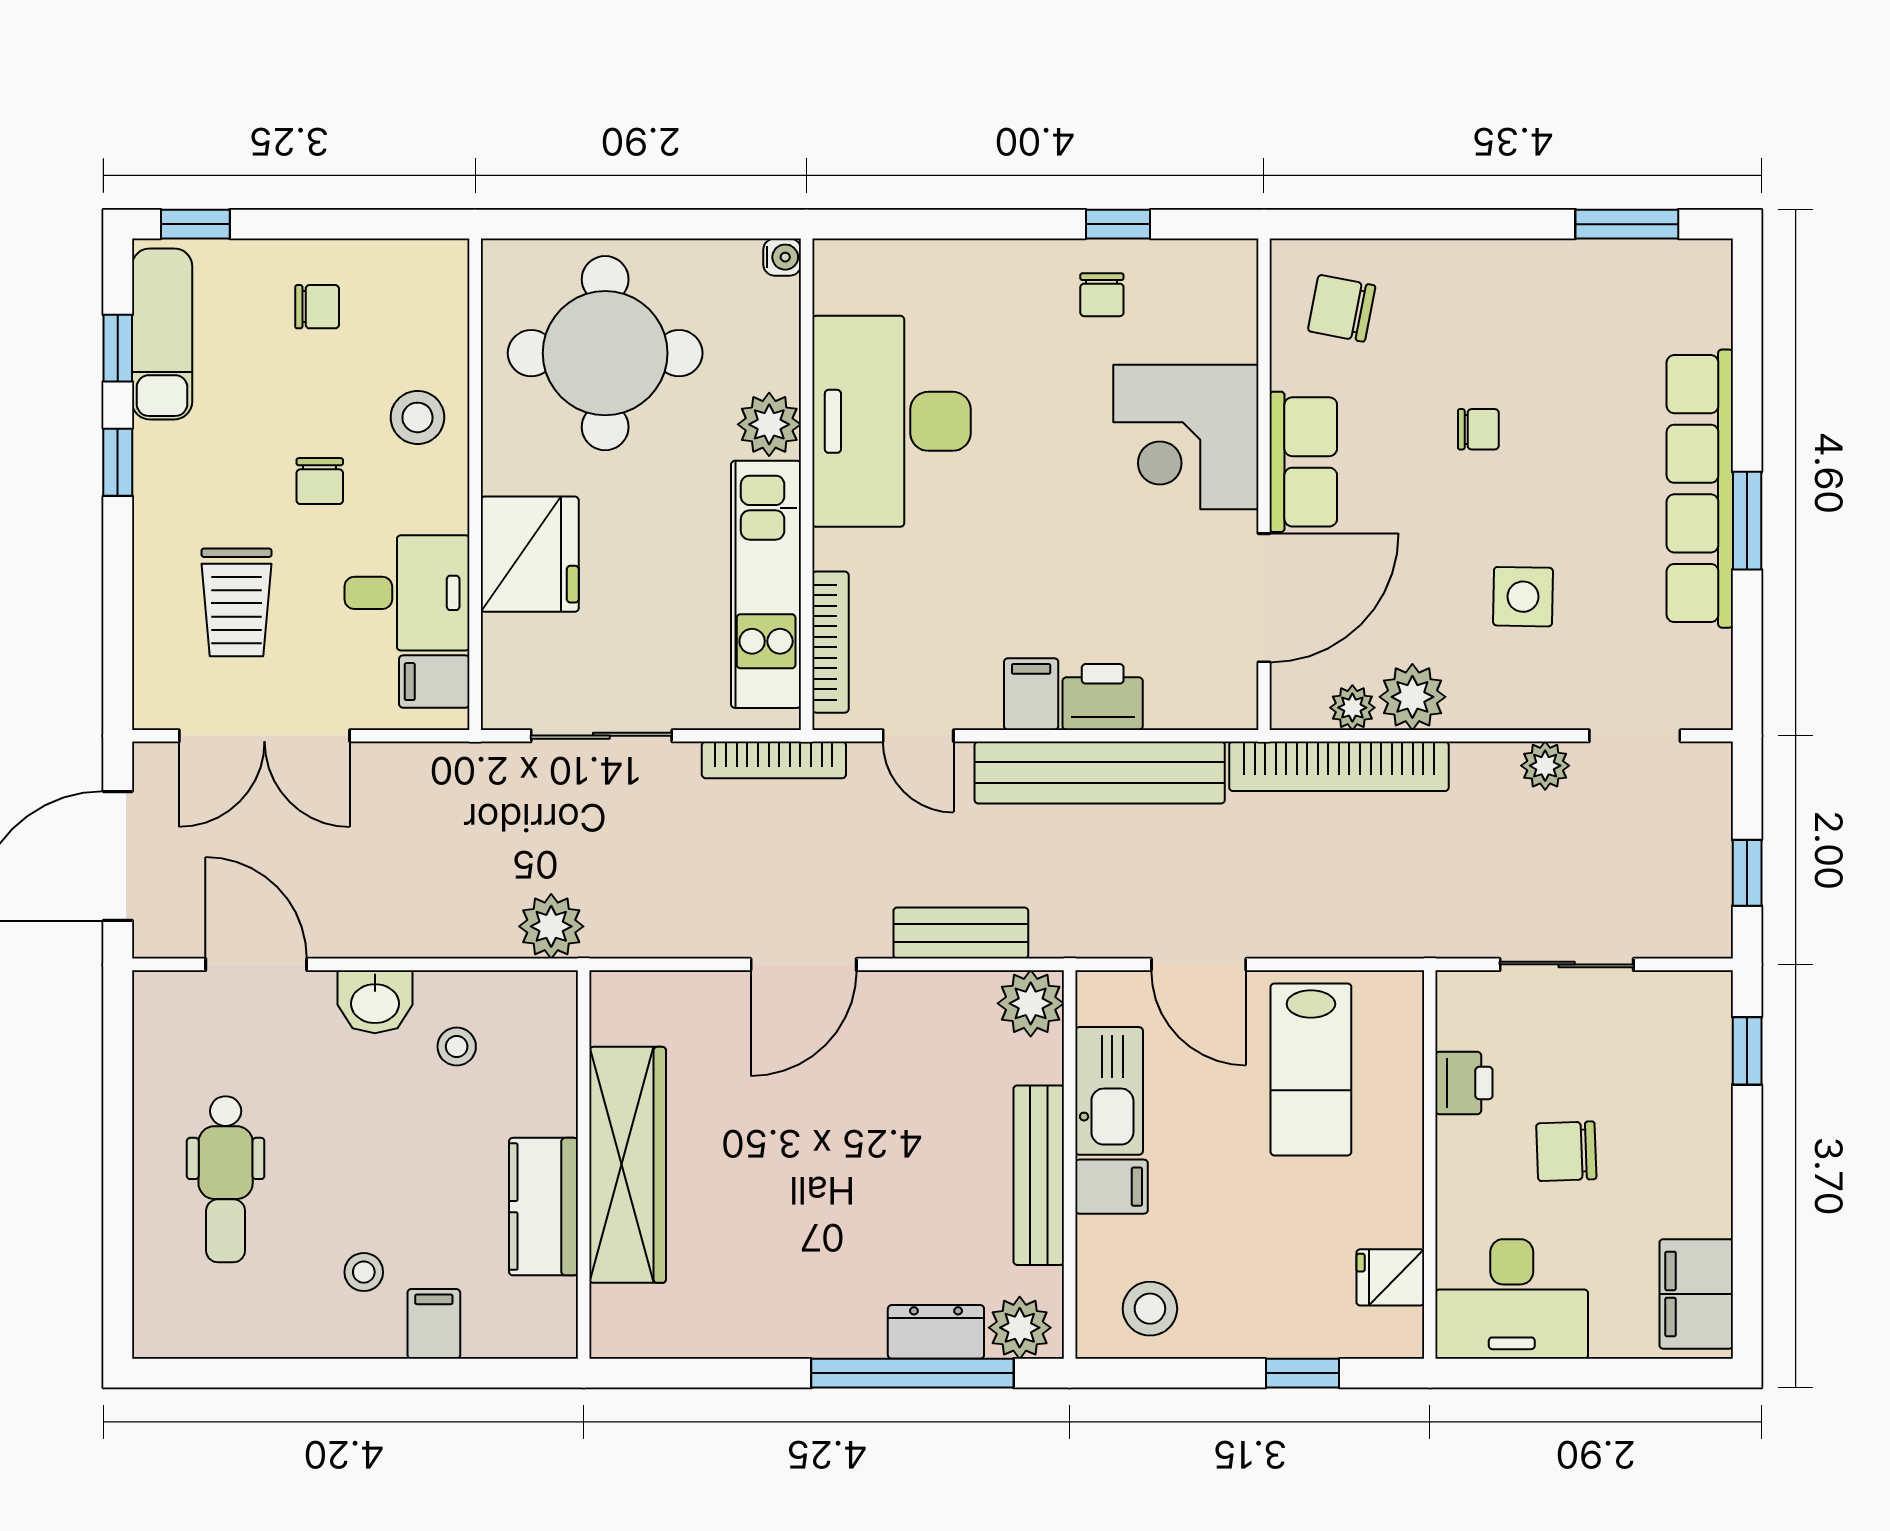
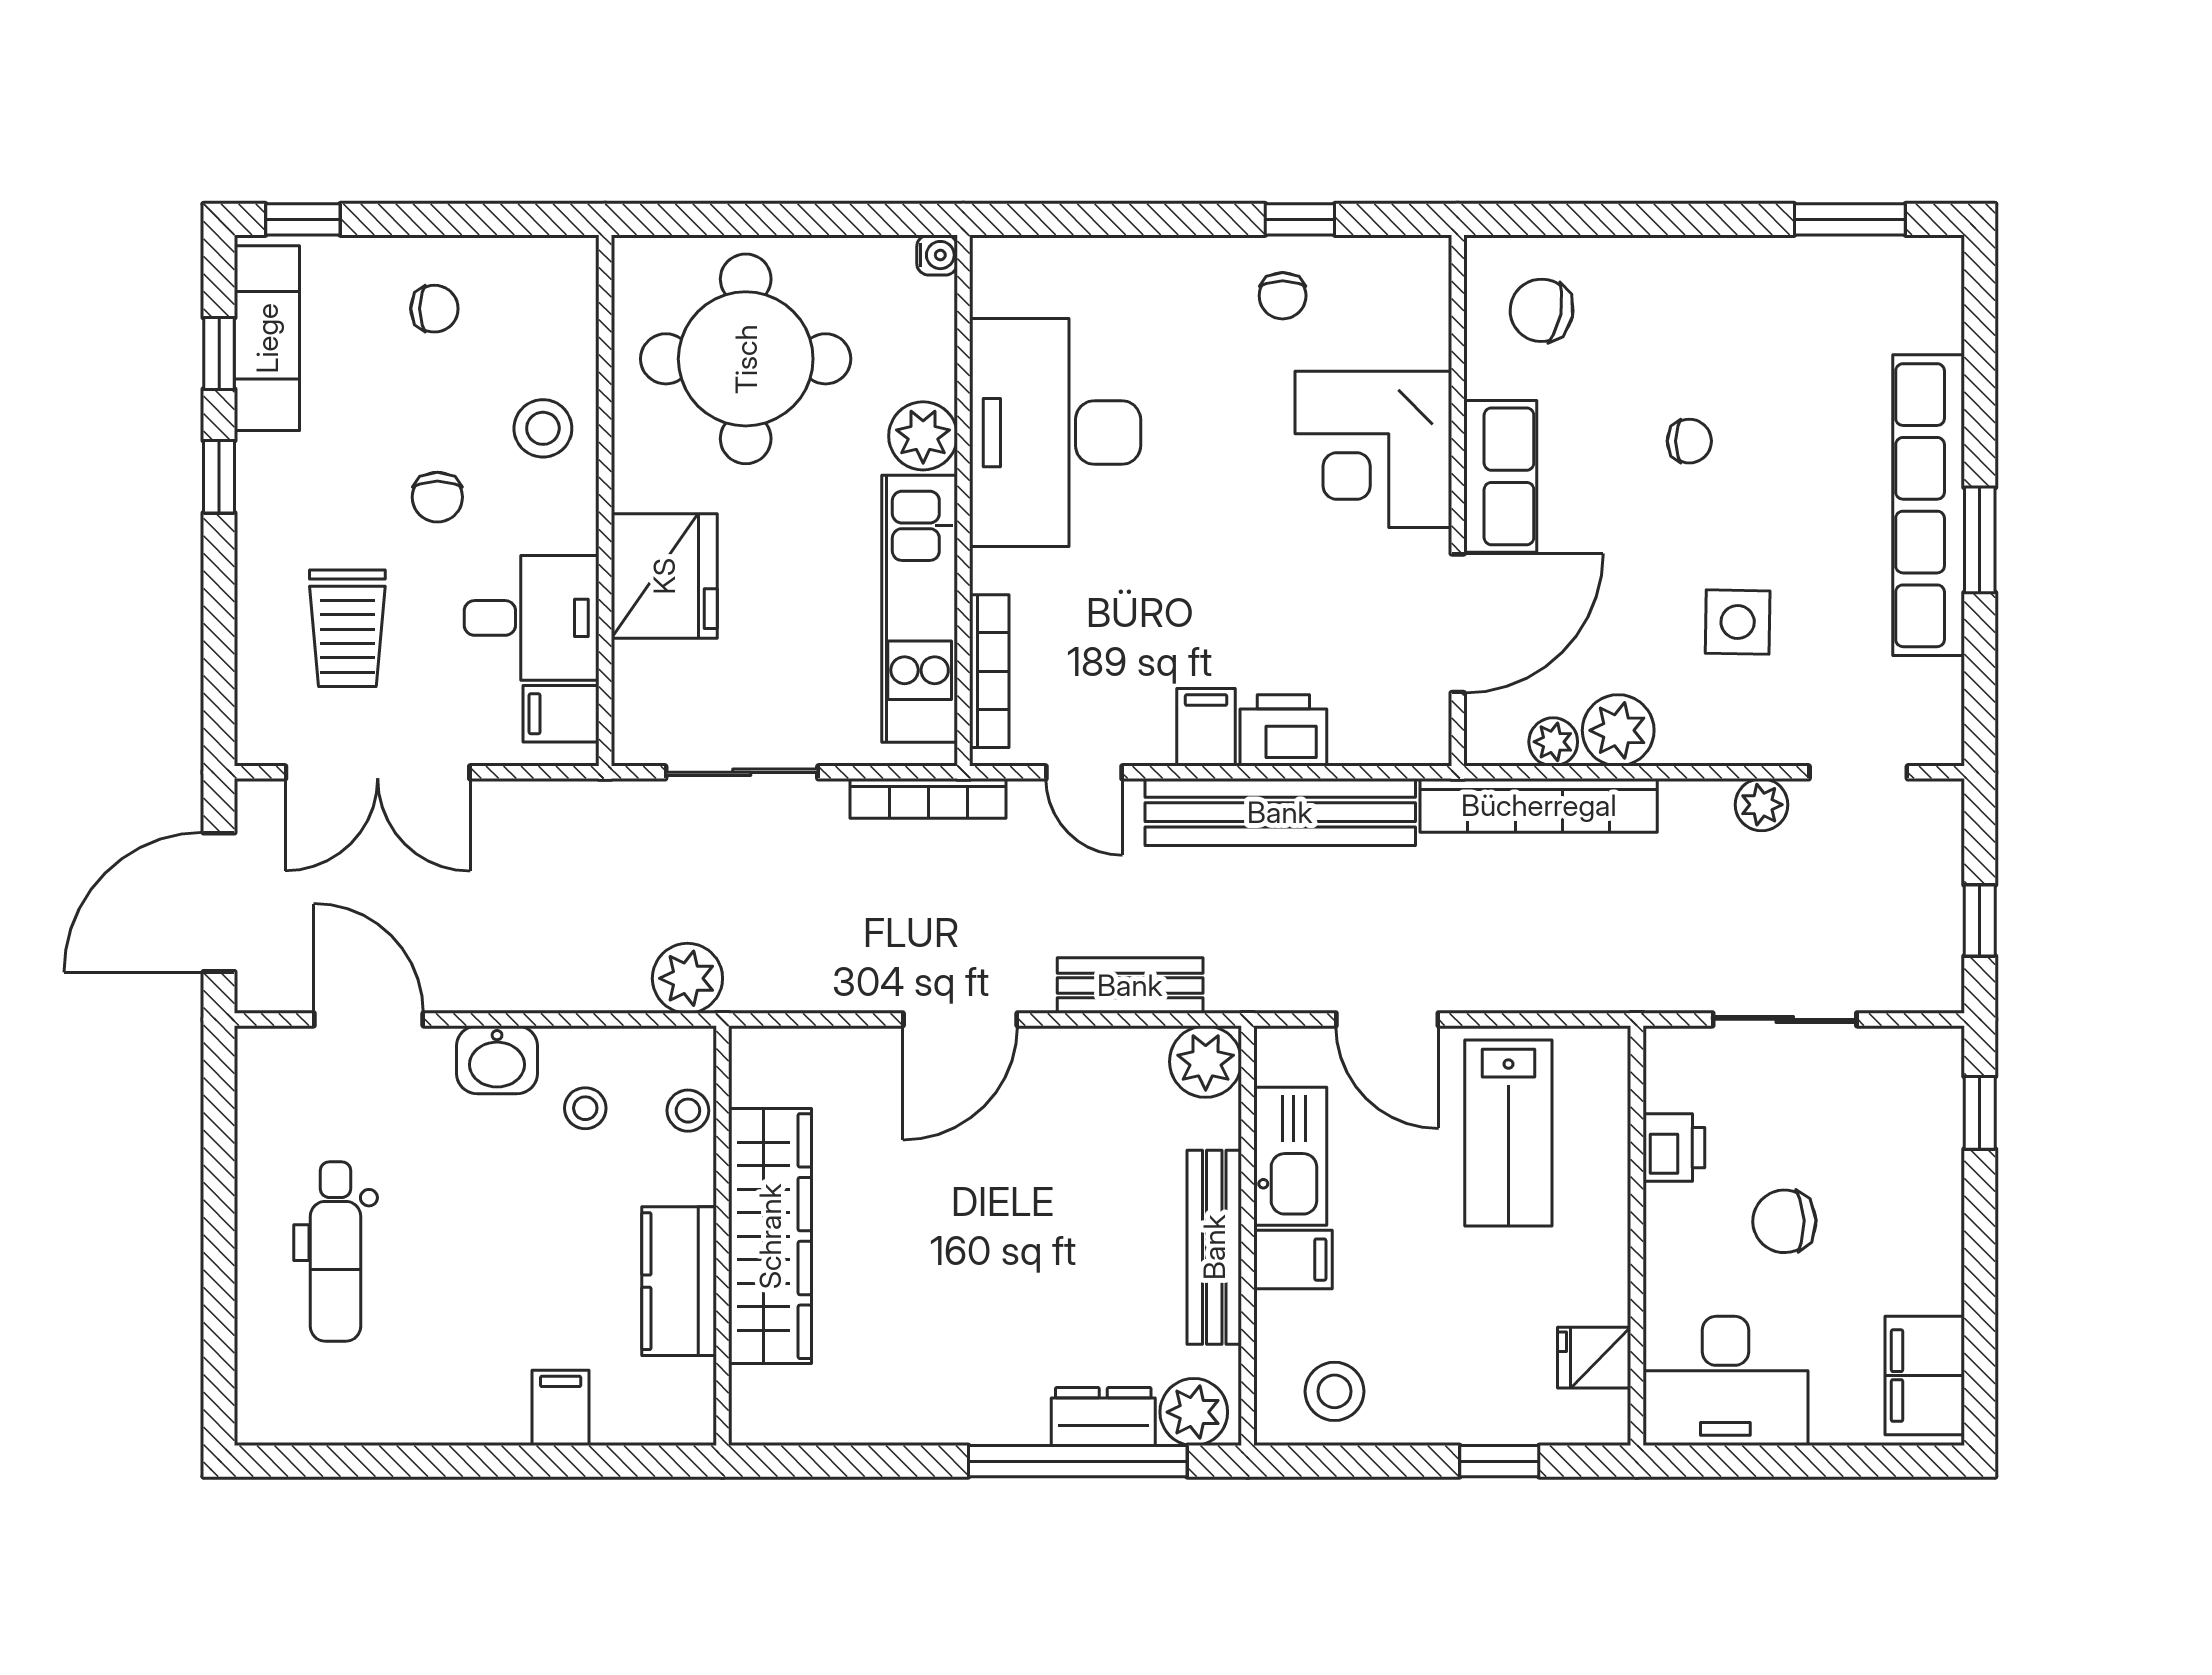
stool: (364, 1272) -> (688, 1111), moved

